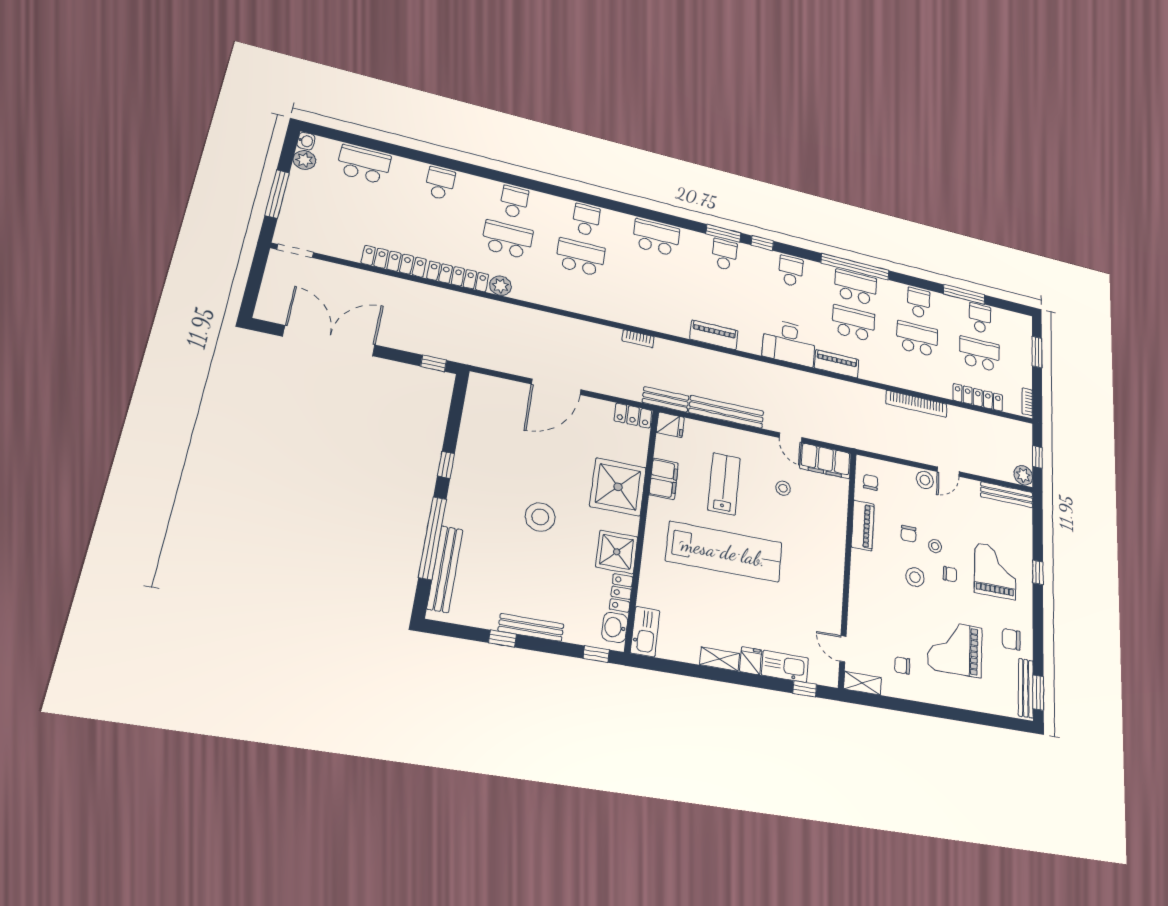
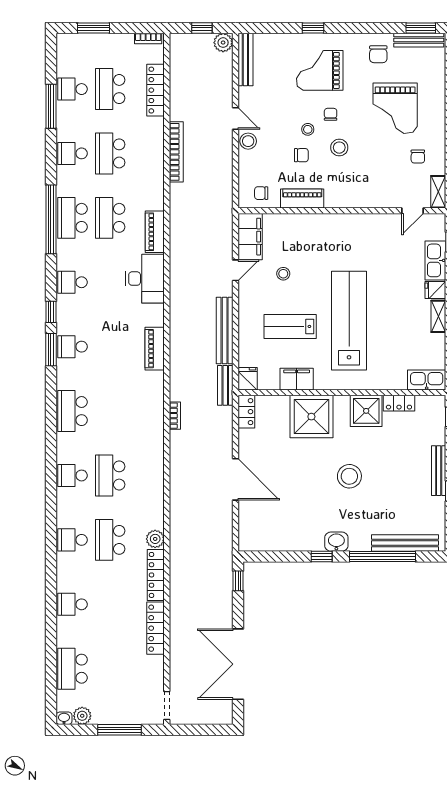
washbasin: (615, 627) -> (336, 542), moved, turned 180

